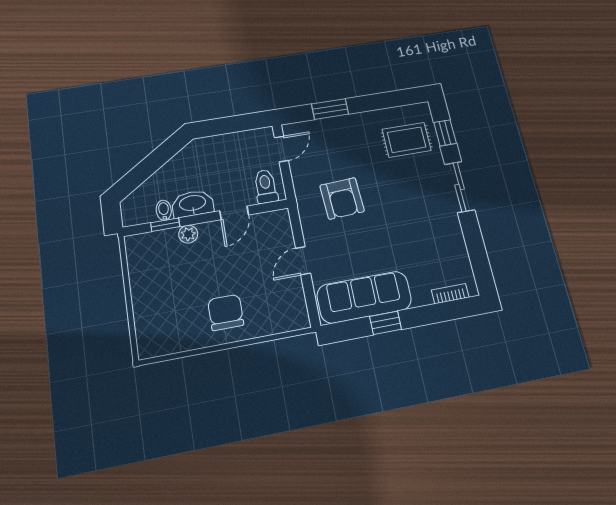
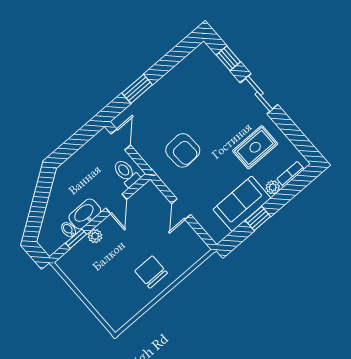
rug: (407, 140) -> (255, 147), moved
sofa: (364, 297) -> (242, 204), width x0.73
plant: (422, 297) -> (273, 187), added

